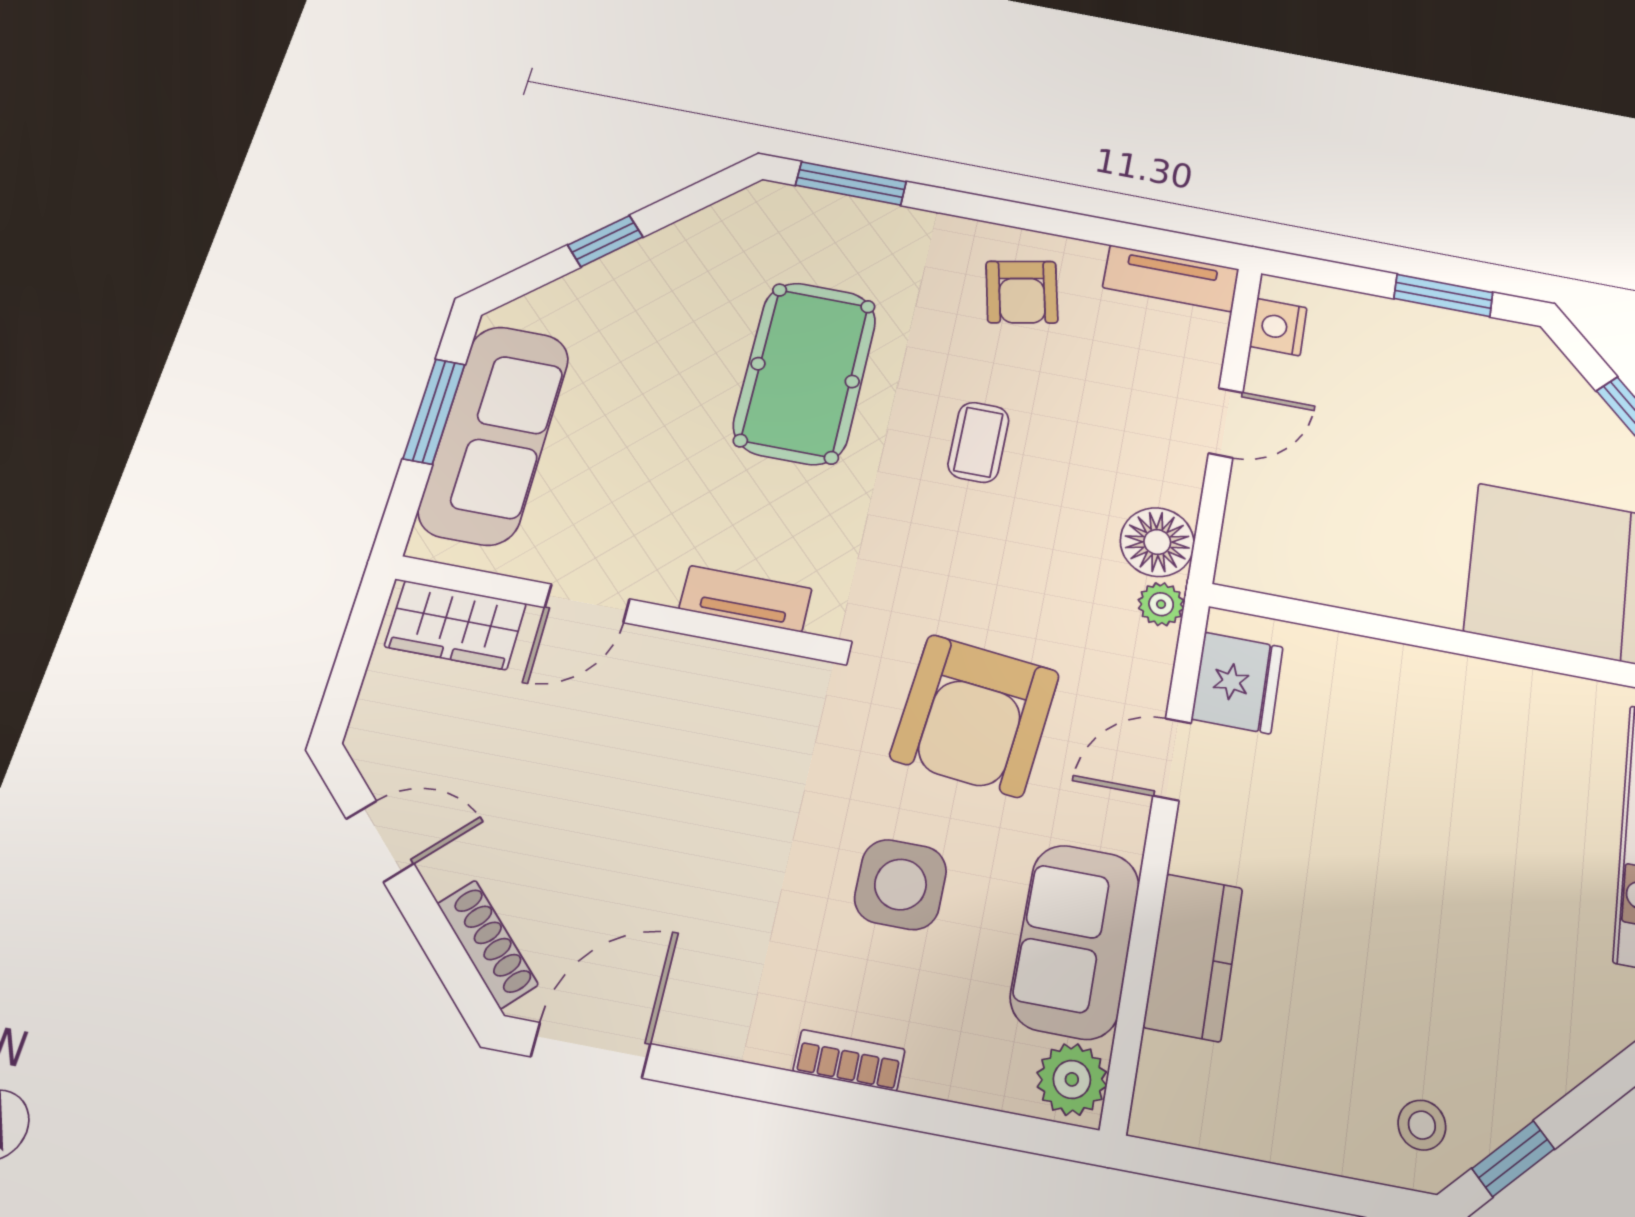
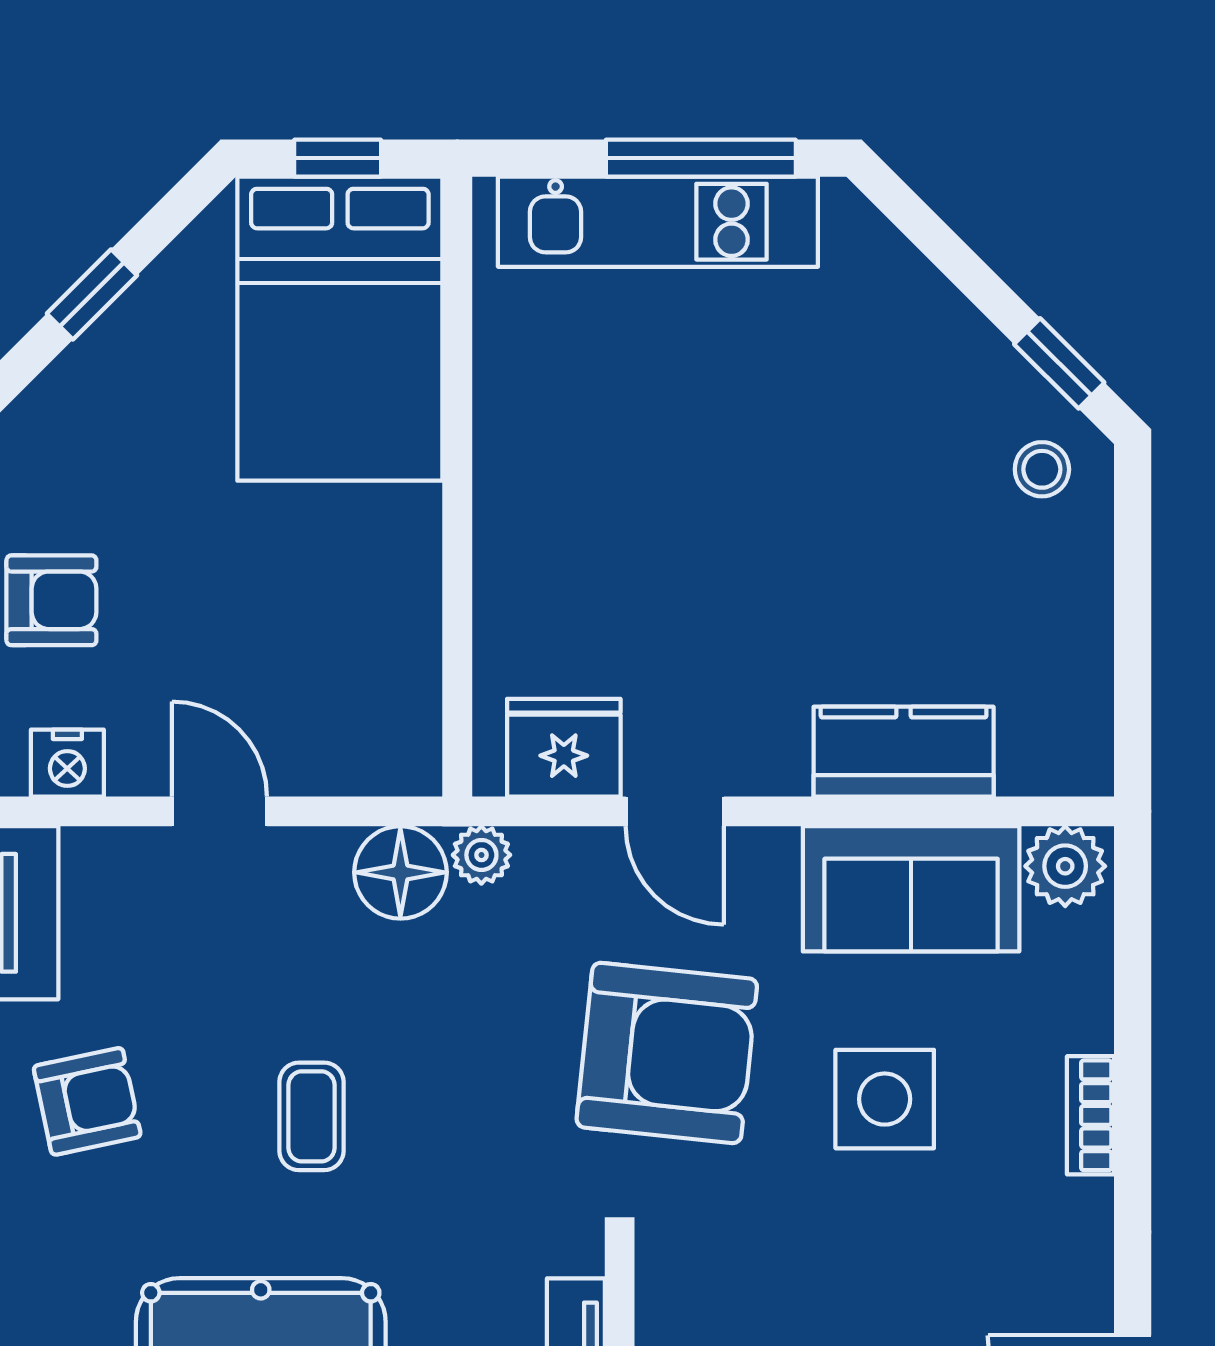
armchair: (1402, 340) -> (51, 600), added
coffee table: (978, 442) -> (311, 1116), turned 90

